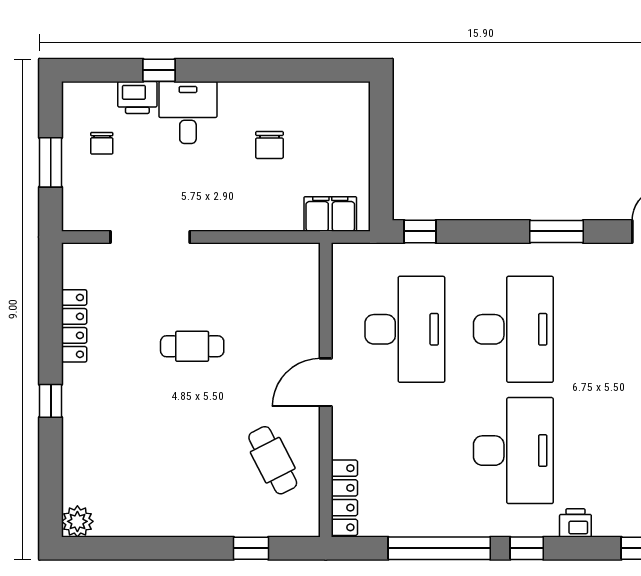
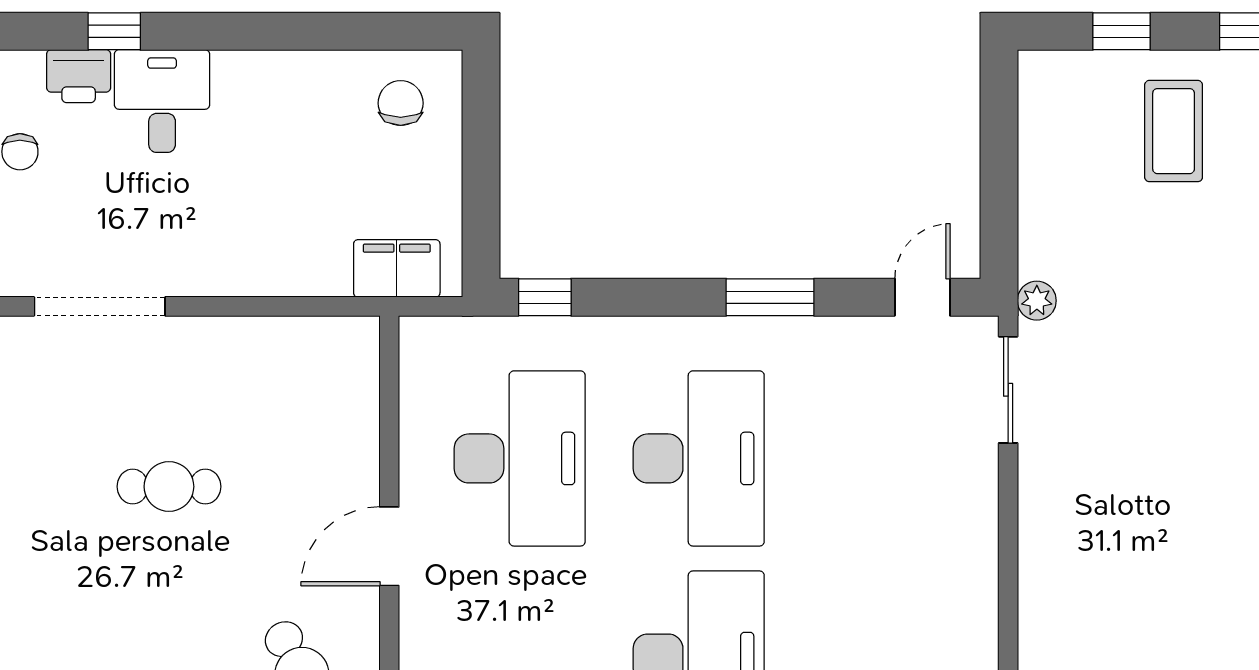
chair: (270, 145) -> (401, 103), moved, turned 180

